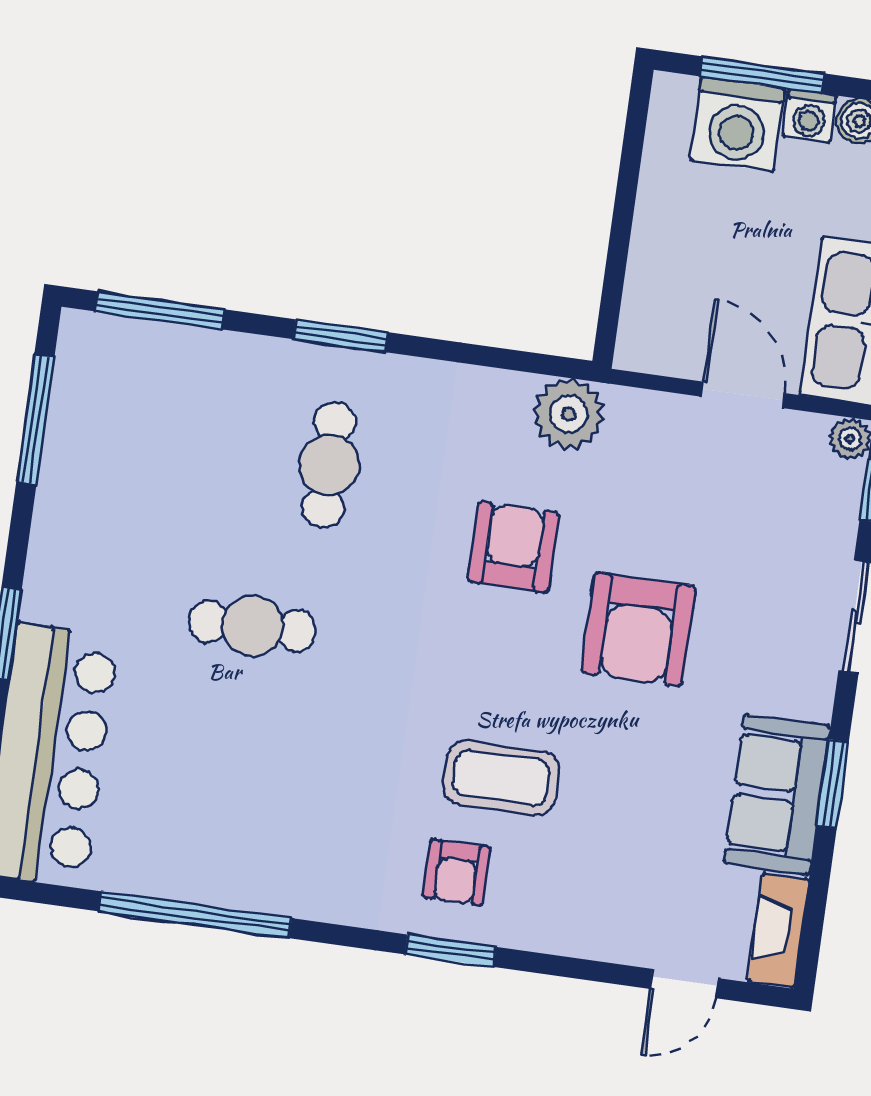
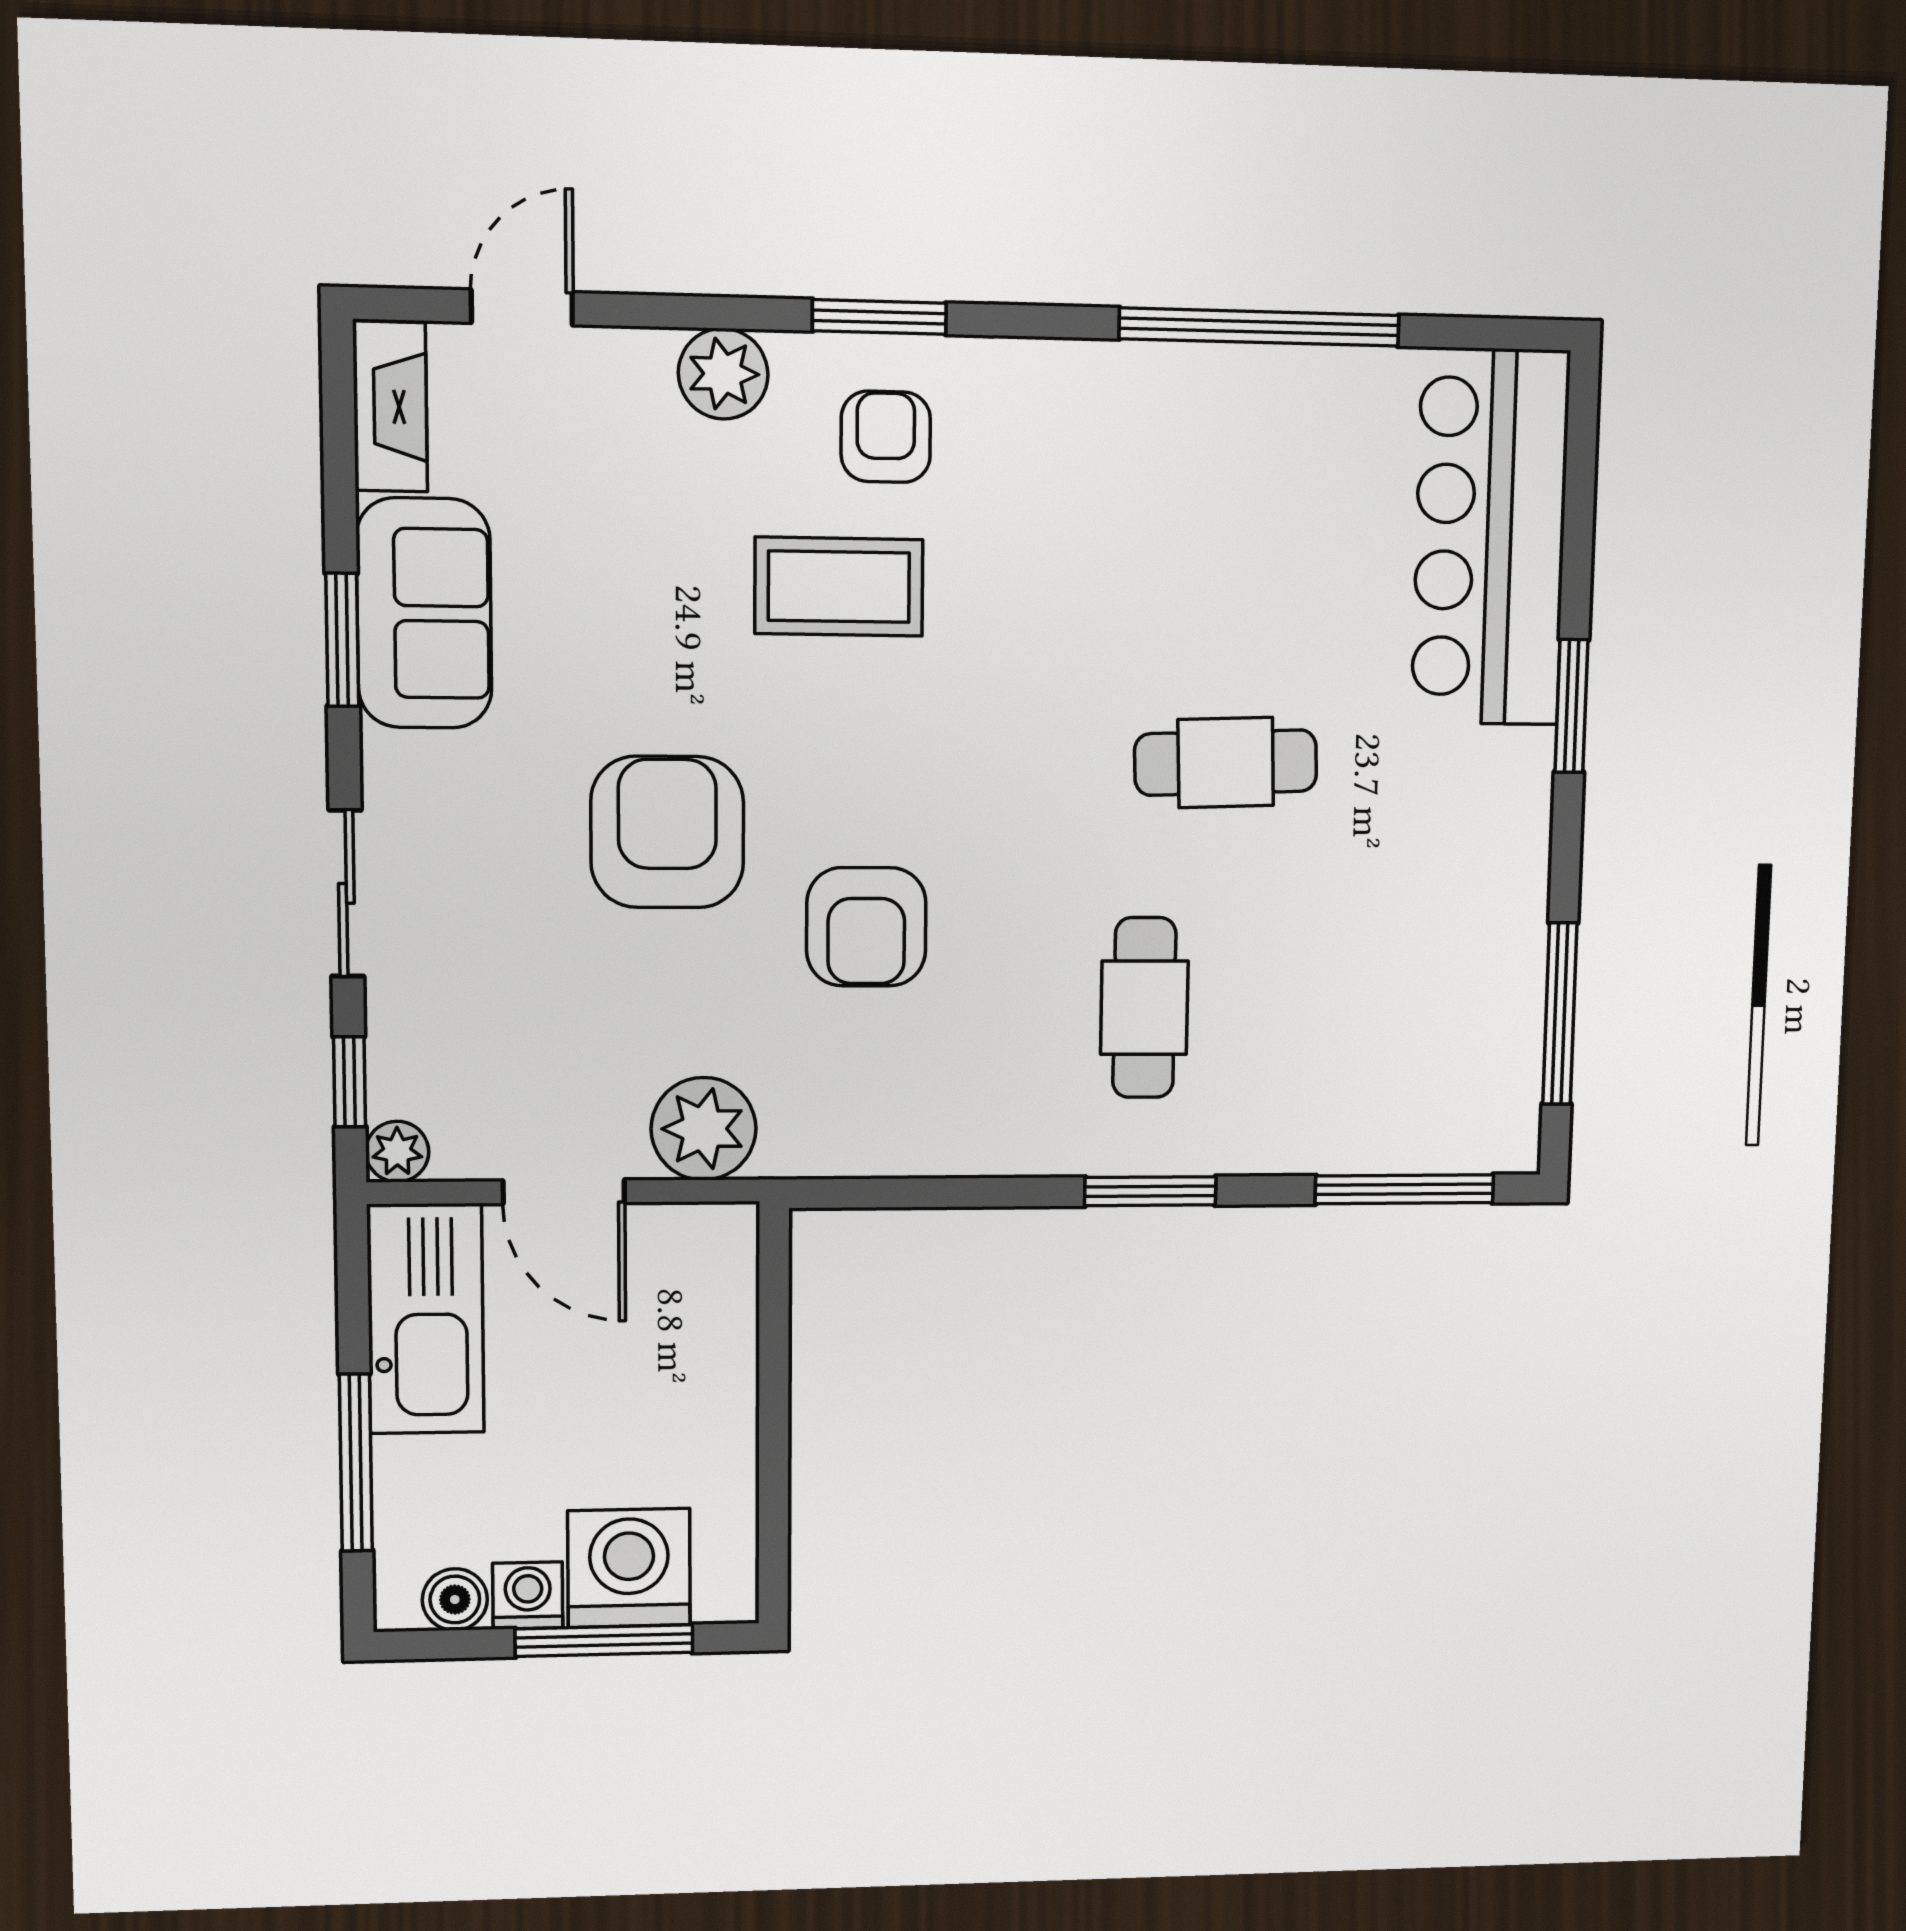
plant: (569, 414) -> (704, 1129), moved
plant: (559, 926) -> (723, 374), added

